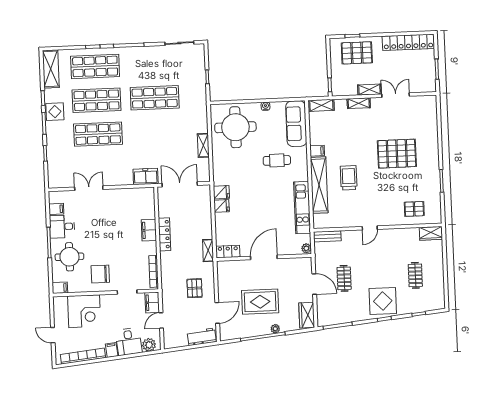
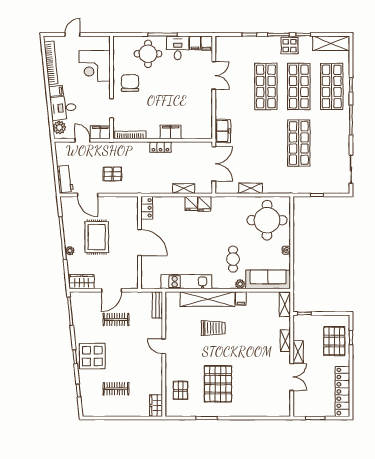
pallet: (397, 154) -> (218, 384), moved
locker: (165, 234) -> (160, 147), width x0.66
plant: (306, 248) -> (240, 284), moved
shelving: (208, 250) -> (184, 189), moved
filing cabinet: (60, 288) -> (207, 43), moved

